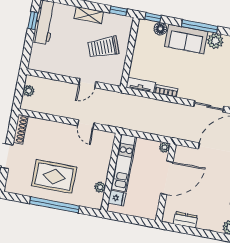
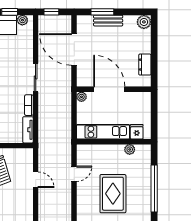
sliding door: (209, 106) -> (36, 78), moved
rug: (54, 177) -> (113, 194), moved

